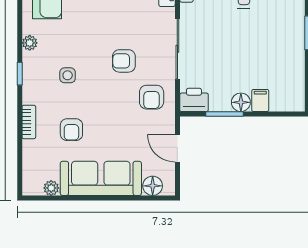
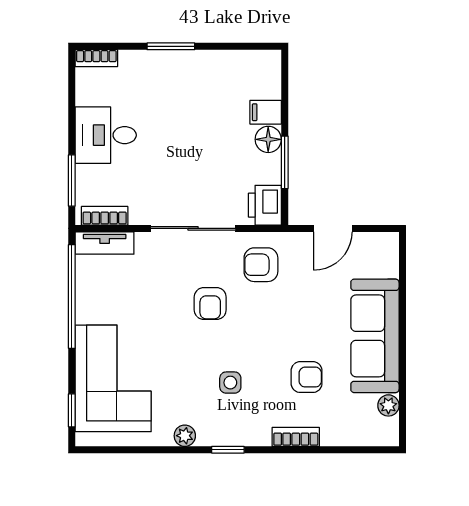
armchair: (152, 97) -> (261, 265), turned 180
floor lamp: (153, 186) -> (385, 263), removed

